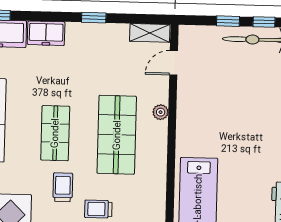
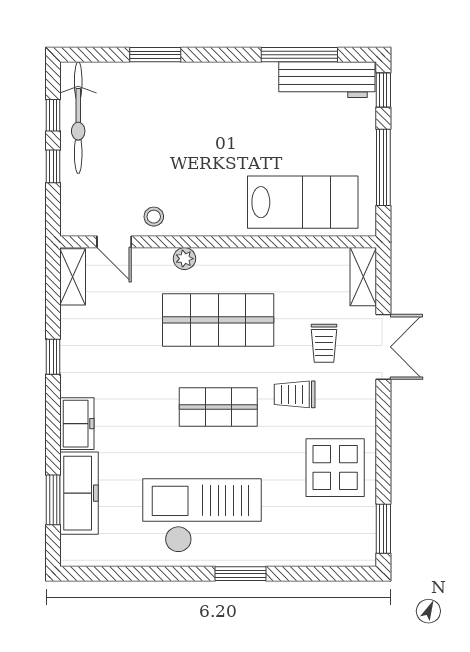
stool: (191, 91) -> (154, 217), added

